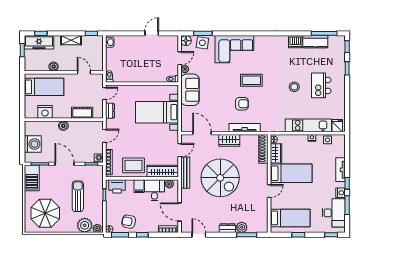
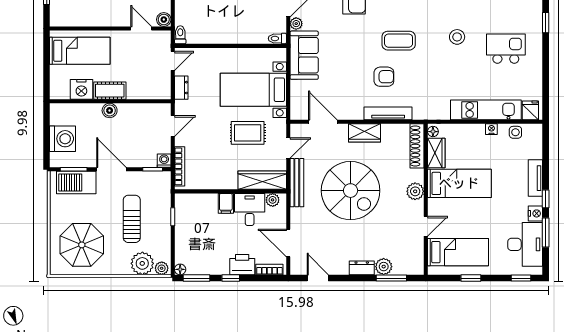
boiler: (54, 67) -> (164, 20), moved
kitchen island: (321, 85) -> (506, 49), turned 90
stool: (294, 87) -> (457, 37), moved
cot: (82, 113) -> (110, 91), moved
rug: (134, 165) -> (248, 133), moved
barbecue: (32, 178) -> (76, 182), moved, turned 90
plant: (262, 178) -> (415, 191), added
printer: (117, 186) -> (242, 265), moved, turned 180
door: (269, 191) -> (426, 226), moved
armchair: (129, 222) -> (210, 258), removed

